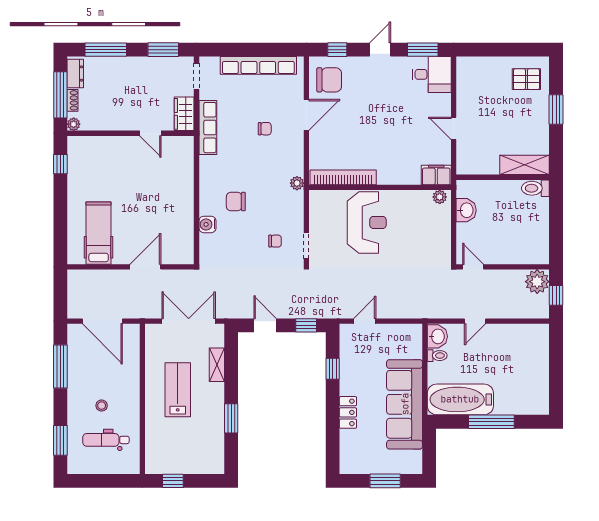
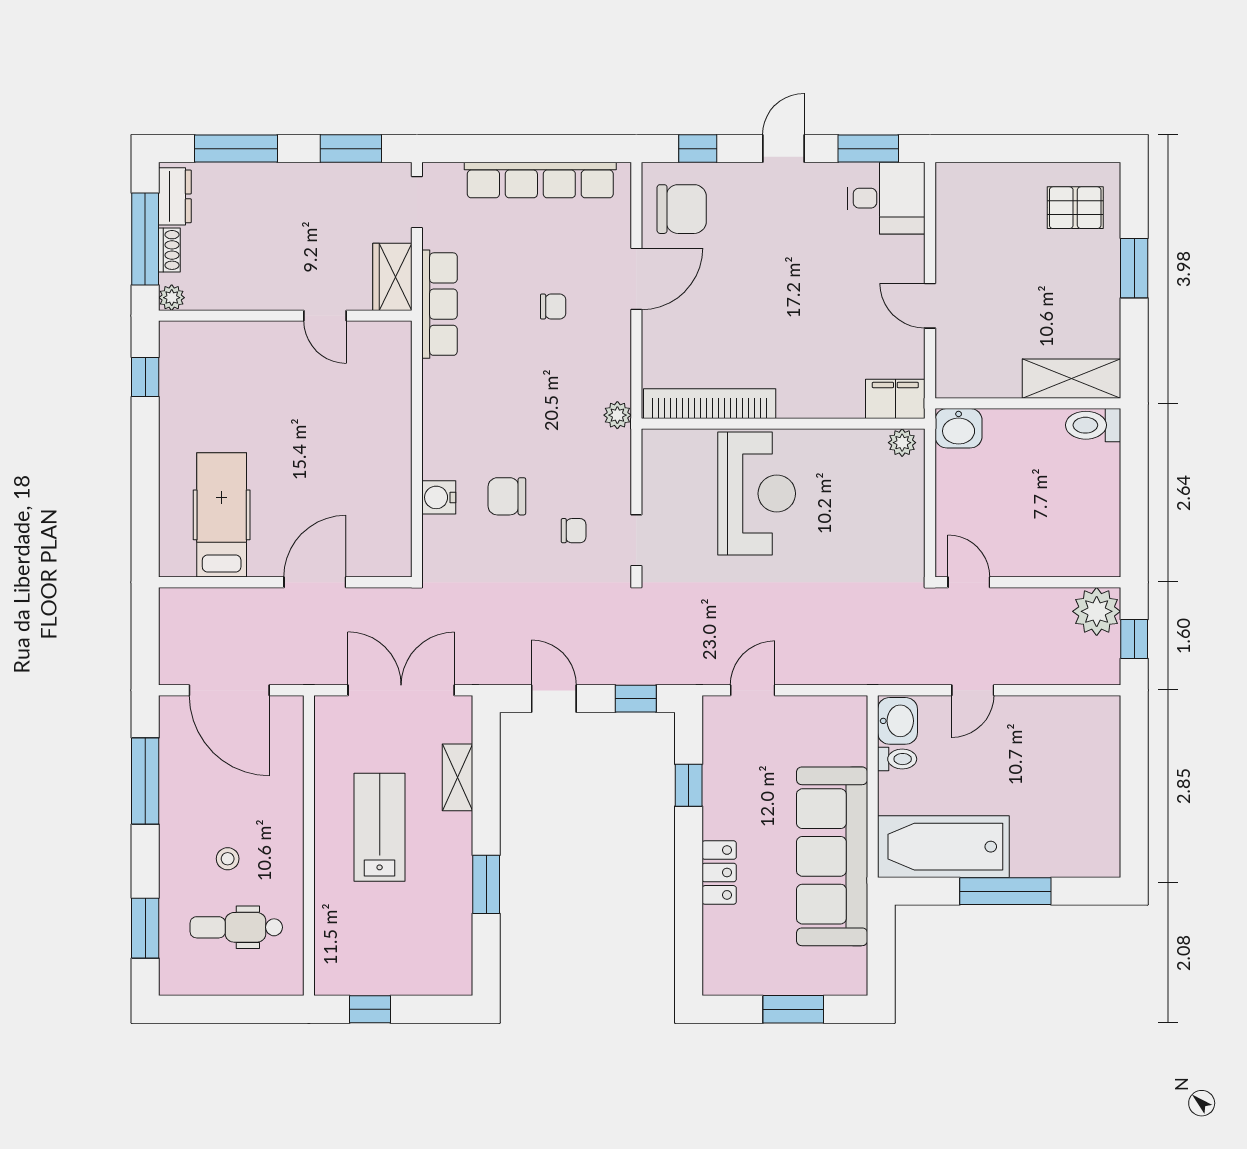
chair: (236, 202) -> (507, 496), moved
washbasin: (466, 210) -> (959, 428), moved, turned 90

